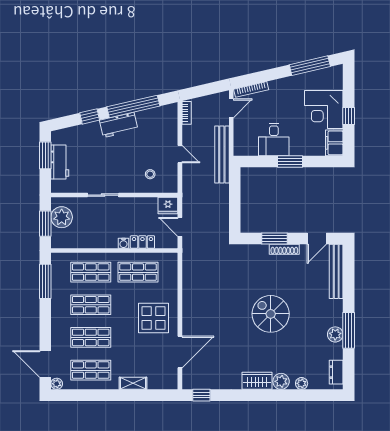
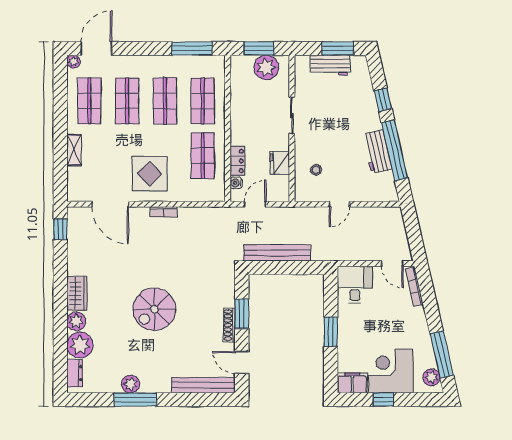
plant: (329, 74) -> (431, 377), added
bookcase: (187, 113) -> (164, 212), moved
workbench: (119, 125) -> (377, 152), moved
desk: (274, 140) -> (355, 285), moved, turned 90
bench: (222, 154) -> (277, 253), moved
fridge: (168, 206) -> (280, 163), moved
water cooler: (124, 243) -> (236, 183), moved
spiral stairs: (271, 314) -> (154, 309), turned 180
dresser: (336, 372) -> (75, 373), moved, turned 90
plant: (302, 383) -> (80, 345), width x1.87, depth x1.87

